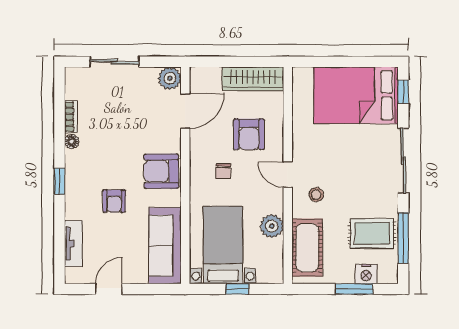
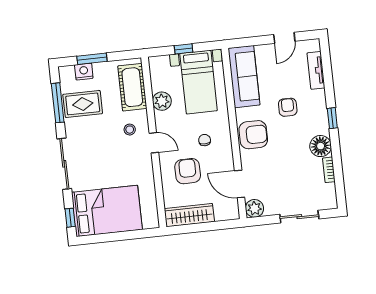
door: (185, 111) -> (240, 184), hinge flipped
floor lamp: (72, 141) -> (321, 146), width x1.89, depth x1.89

